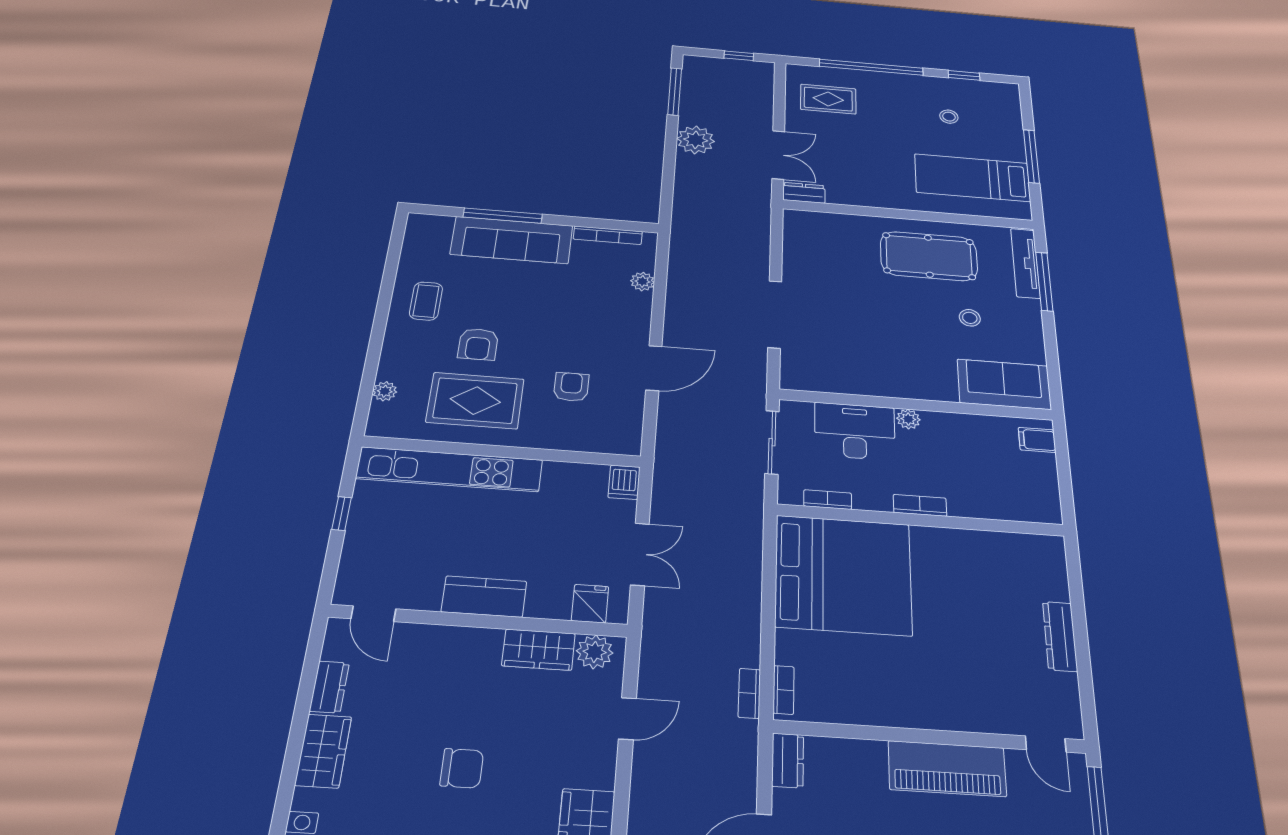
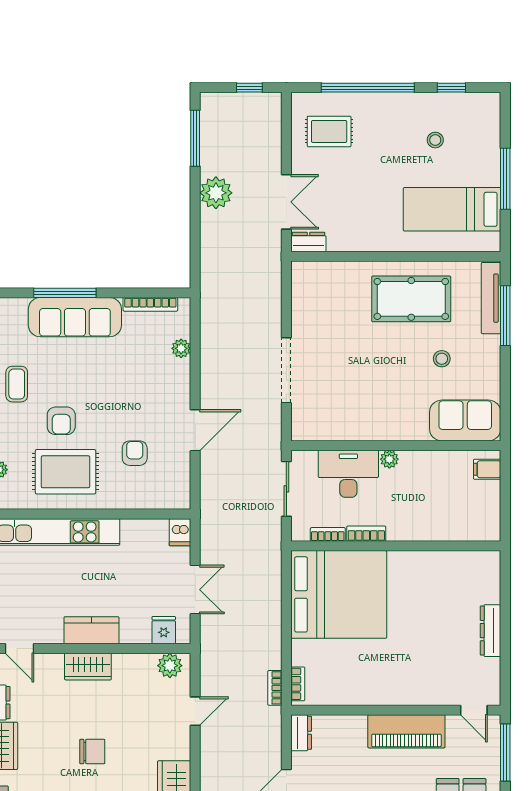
bookcase: (920, 505) -> (366, 534), moved
wardrobe: (539, 650) -> (88, 667), moved

